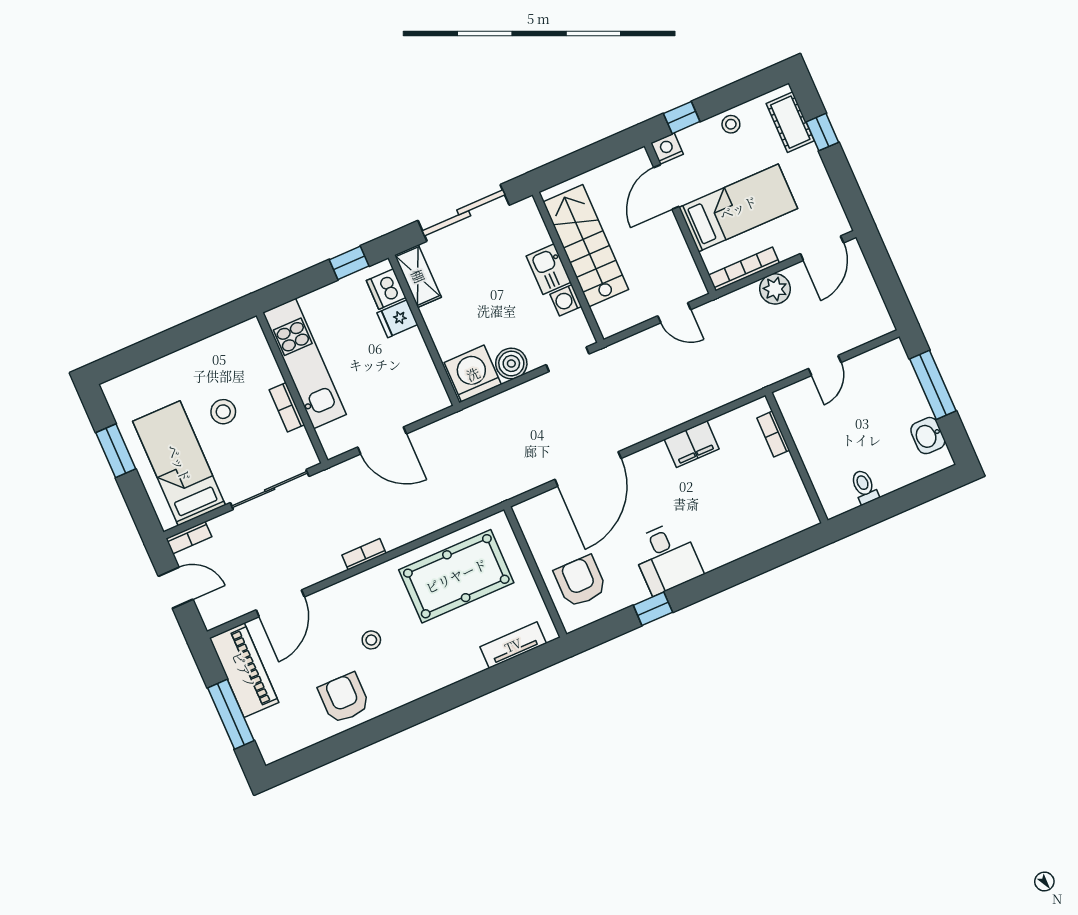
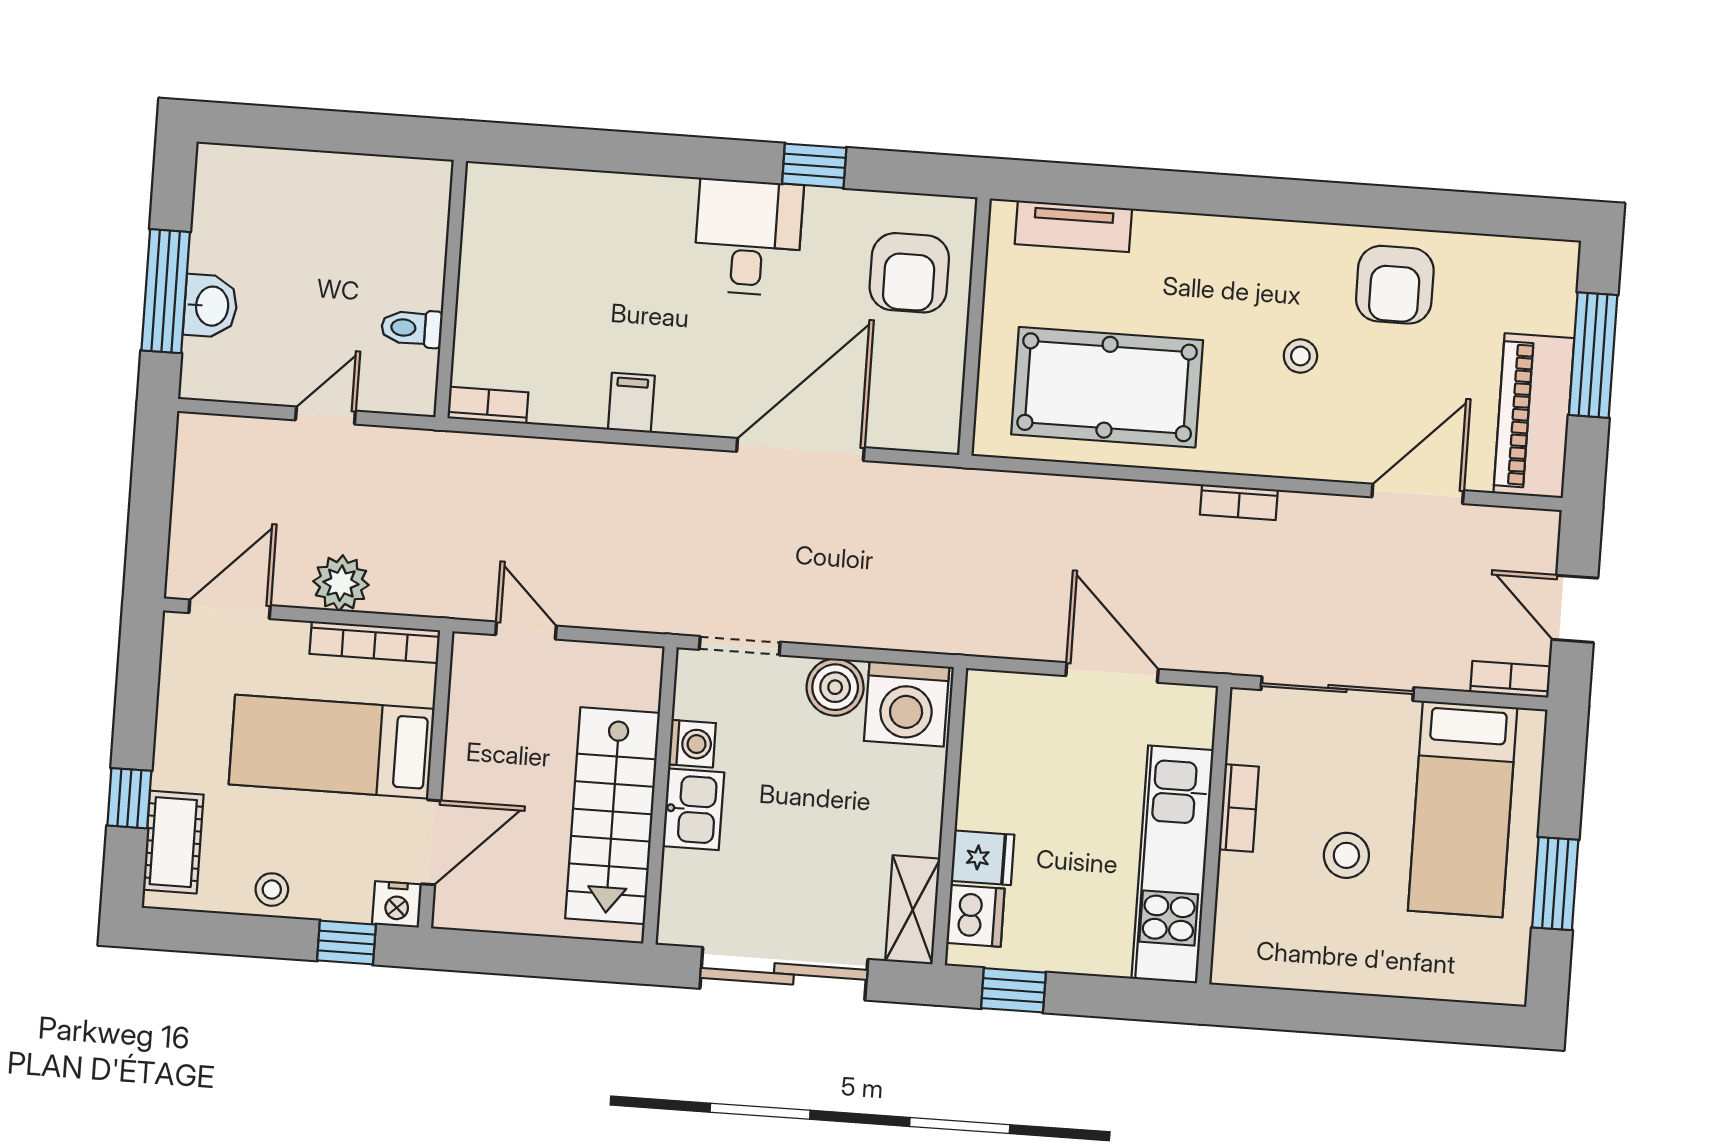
bookcase: (773, 434) -> (488, 405), moved, turned -90
washbasin: (928, 436) -> (211, 306), moved
filing cabinet: (692, 444) -> (631, 403), width x0.50
toilet: (864, 487) -> (412, 328), moved, turned 90

